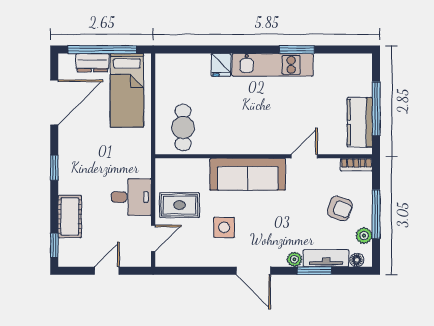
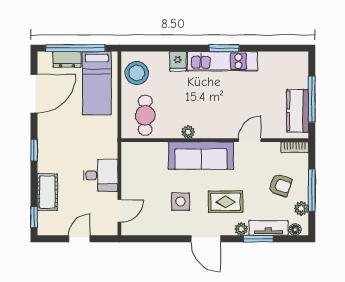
window: (297, 50) -> (224, 48), moved
stool: (173, 78) -> (137, 73), added
plant: (233, 147) -> (188, 132), added
rug: (180, 205) -> (226, 202), moved

